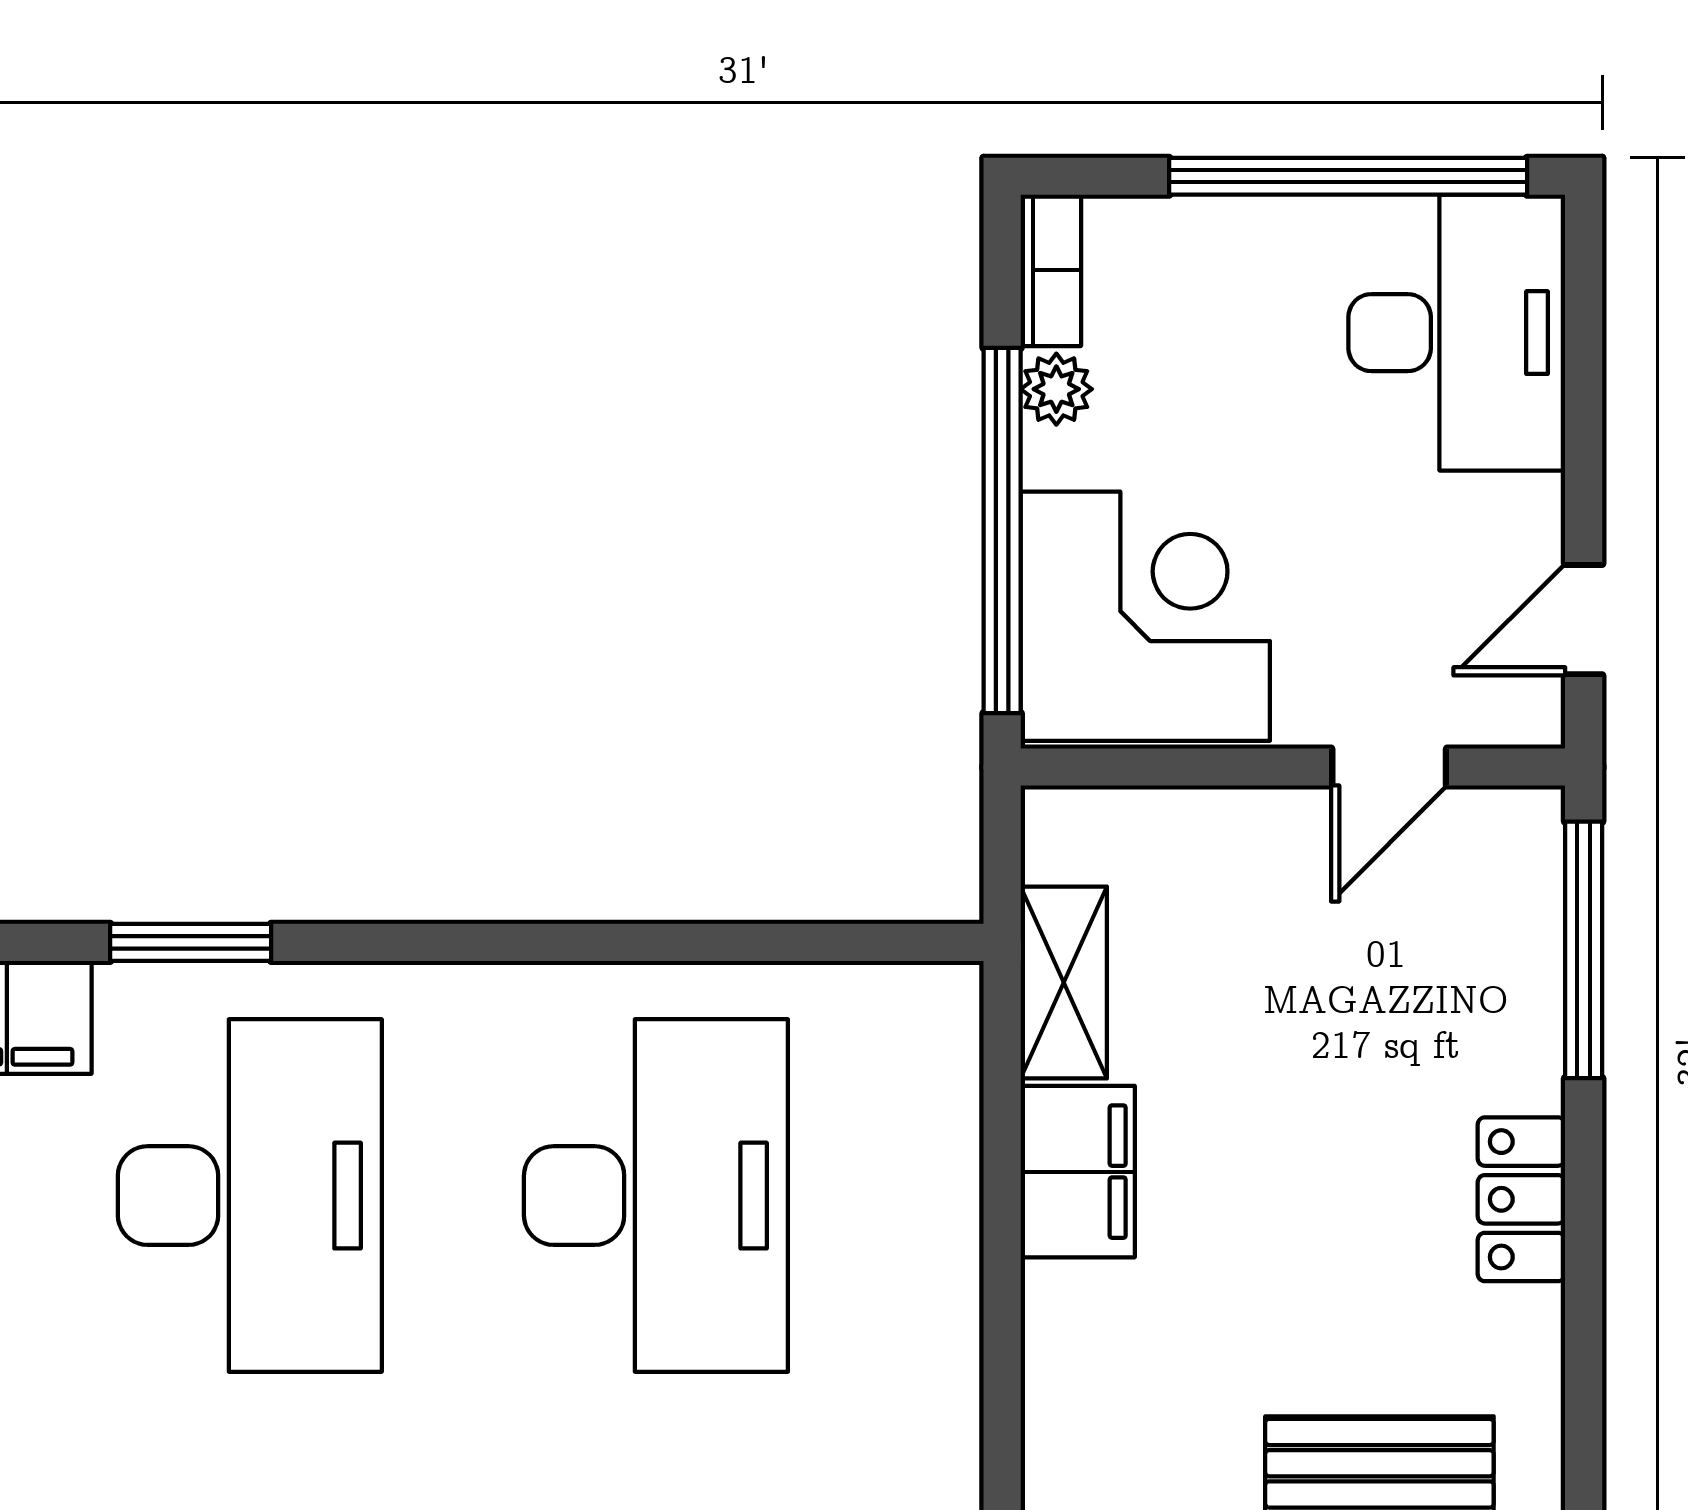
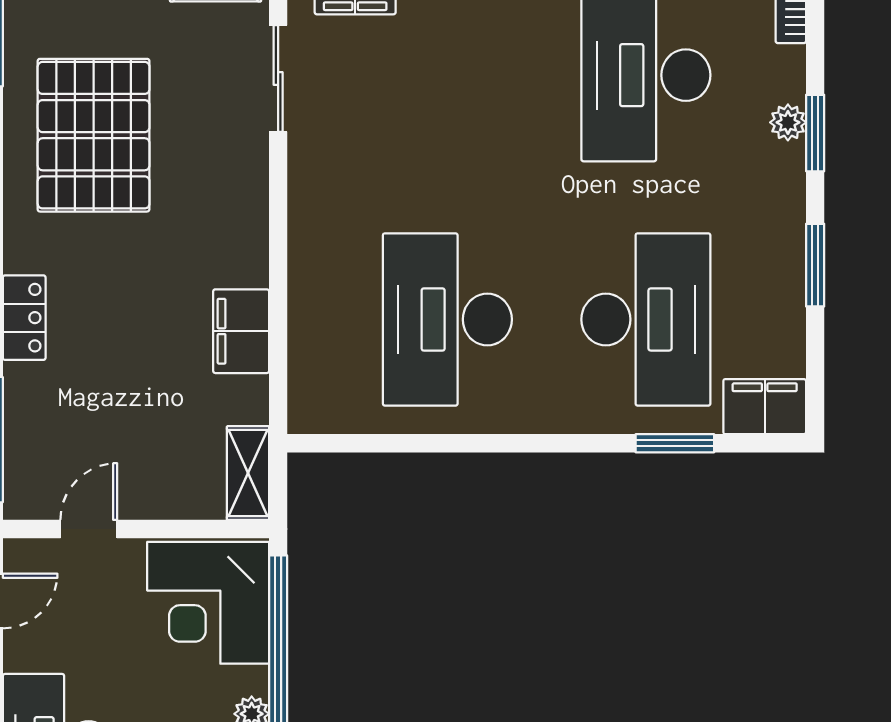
shelving: (1064, 982) -> (248, 473), moved
desk: (250, 1196) -> (646, 319), turned 180

